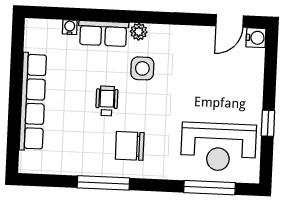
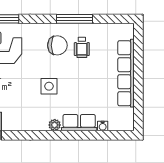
side table: (142, 68) -> (49, 86), moved
wheelchair: (107, 101) -> (82, 47), moved

